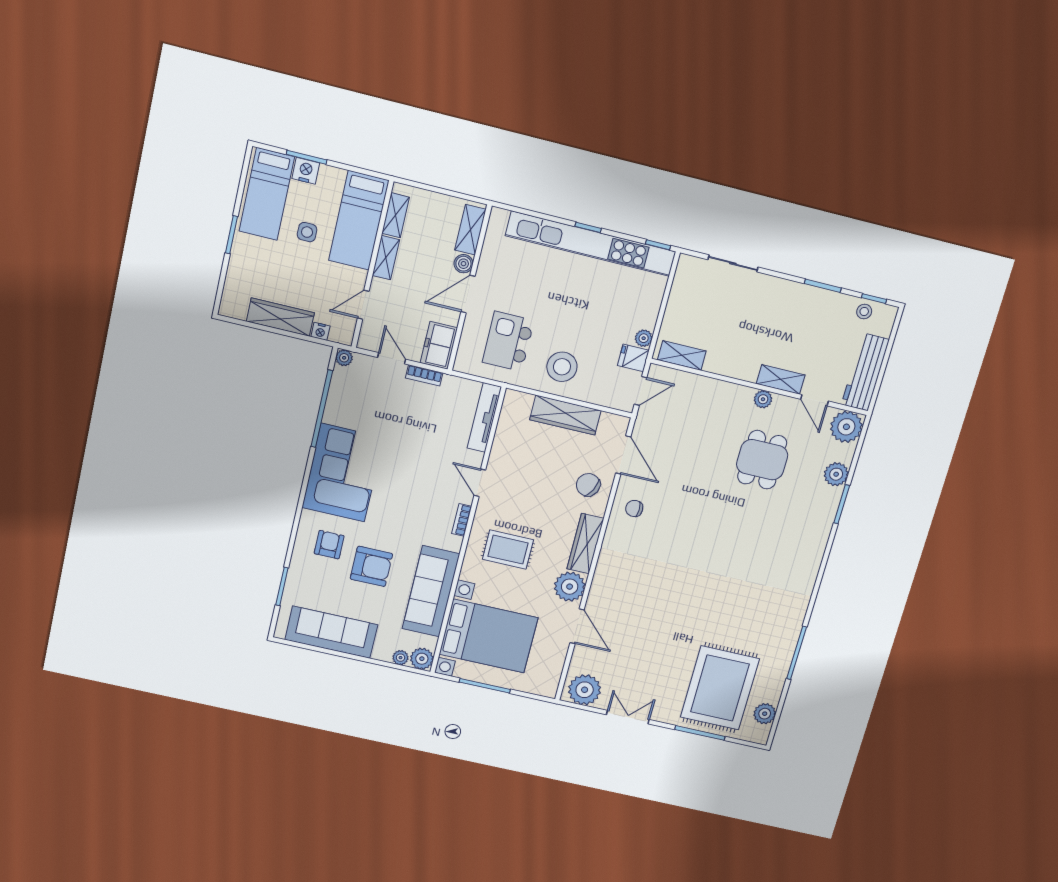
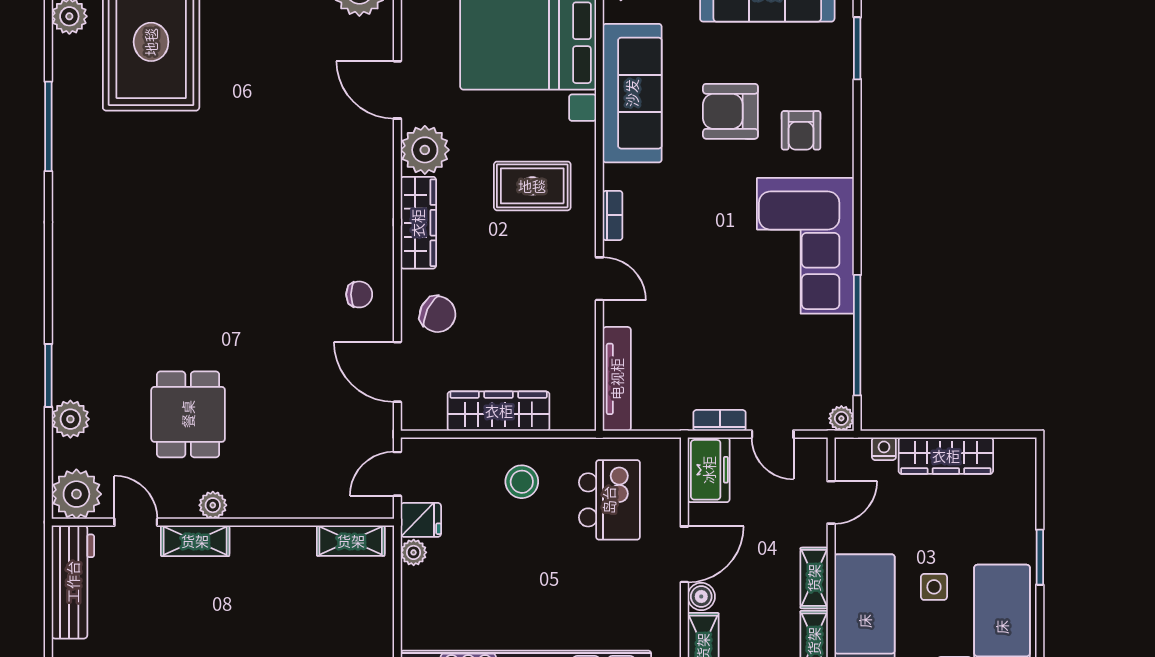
stool: (562, 367) -> (522, 482), width x0.73, depth x0.73

